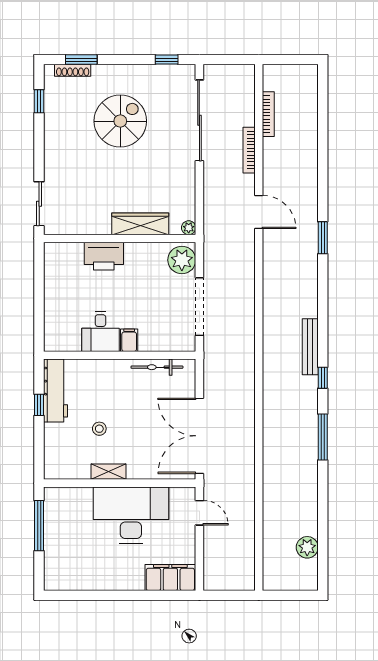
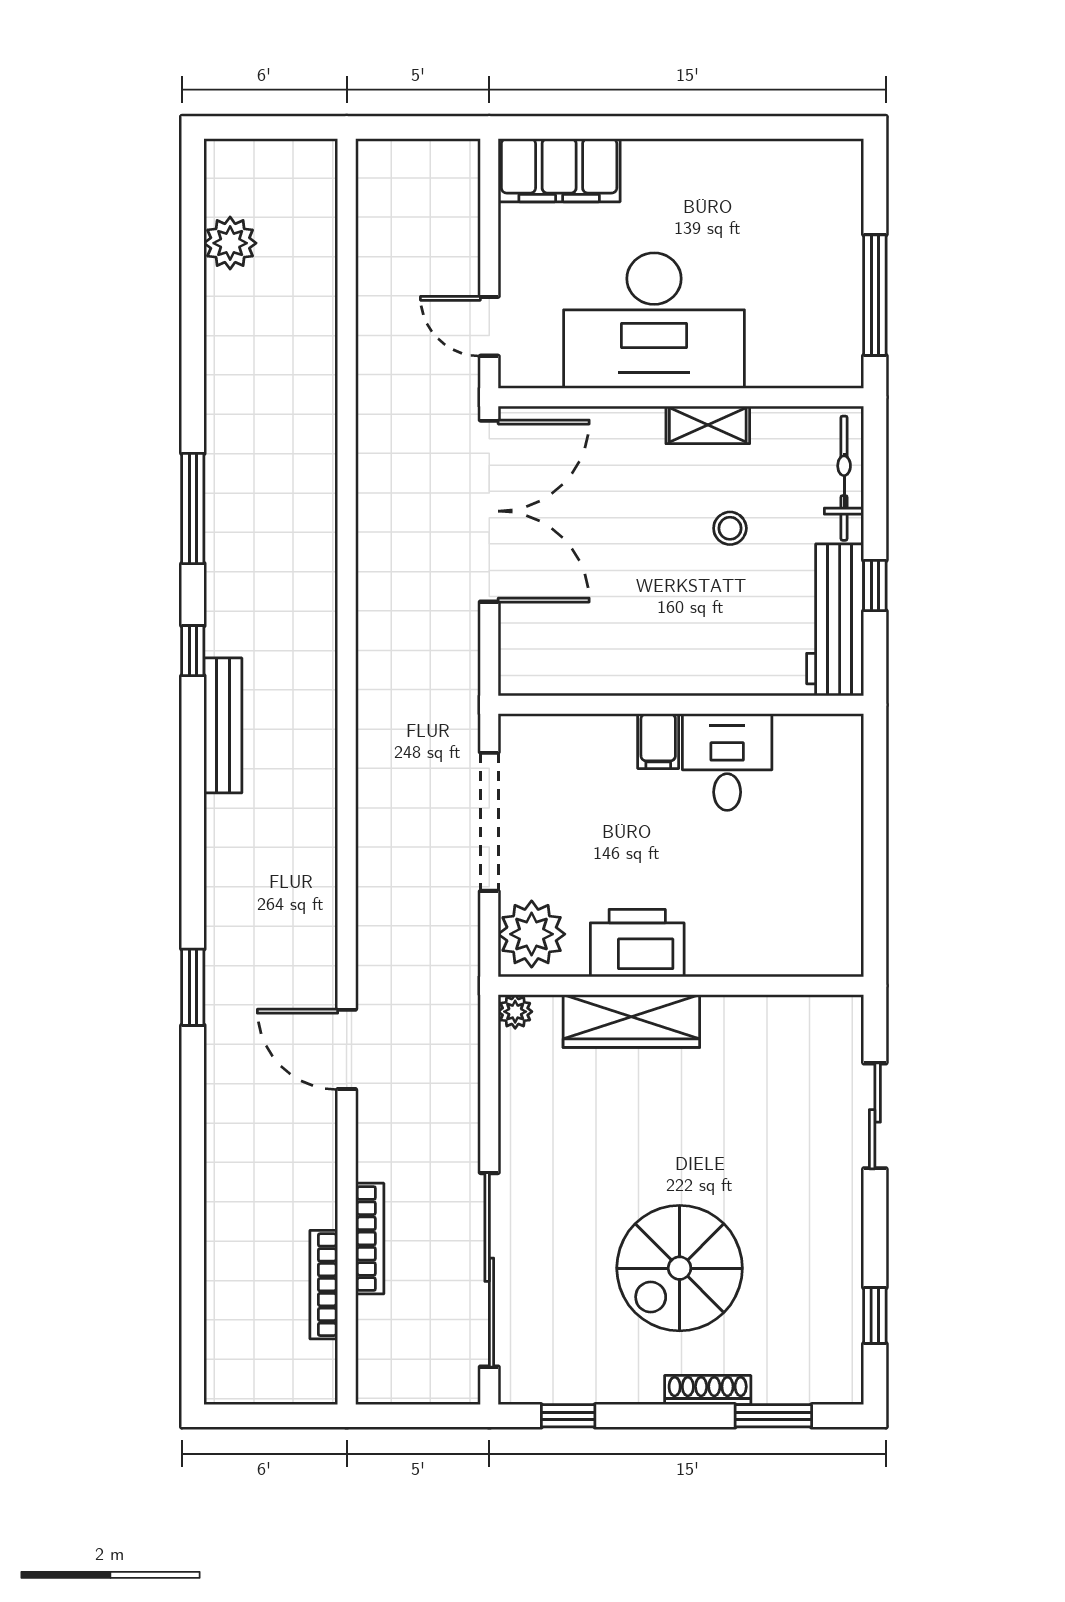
shoe rack: (73, 70) -> (708, 1390), moved
bookcase: (249, 150) -> (370, 1239), moved
sliding door: (39, 204) -> (875, 1116), moved
printer: (104, 256) -> (637, 943), moved
bicycle: (157, 367) -> (844, 478), moved, turned -90

